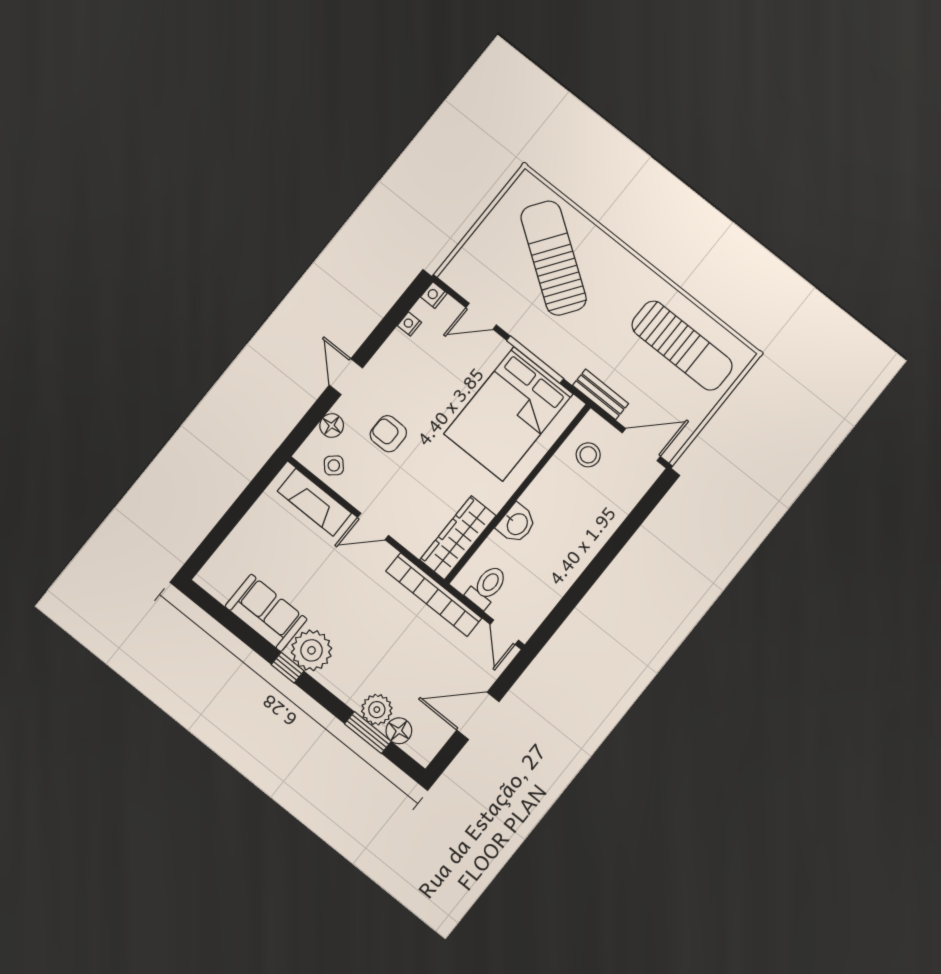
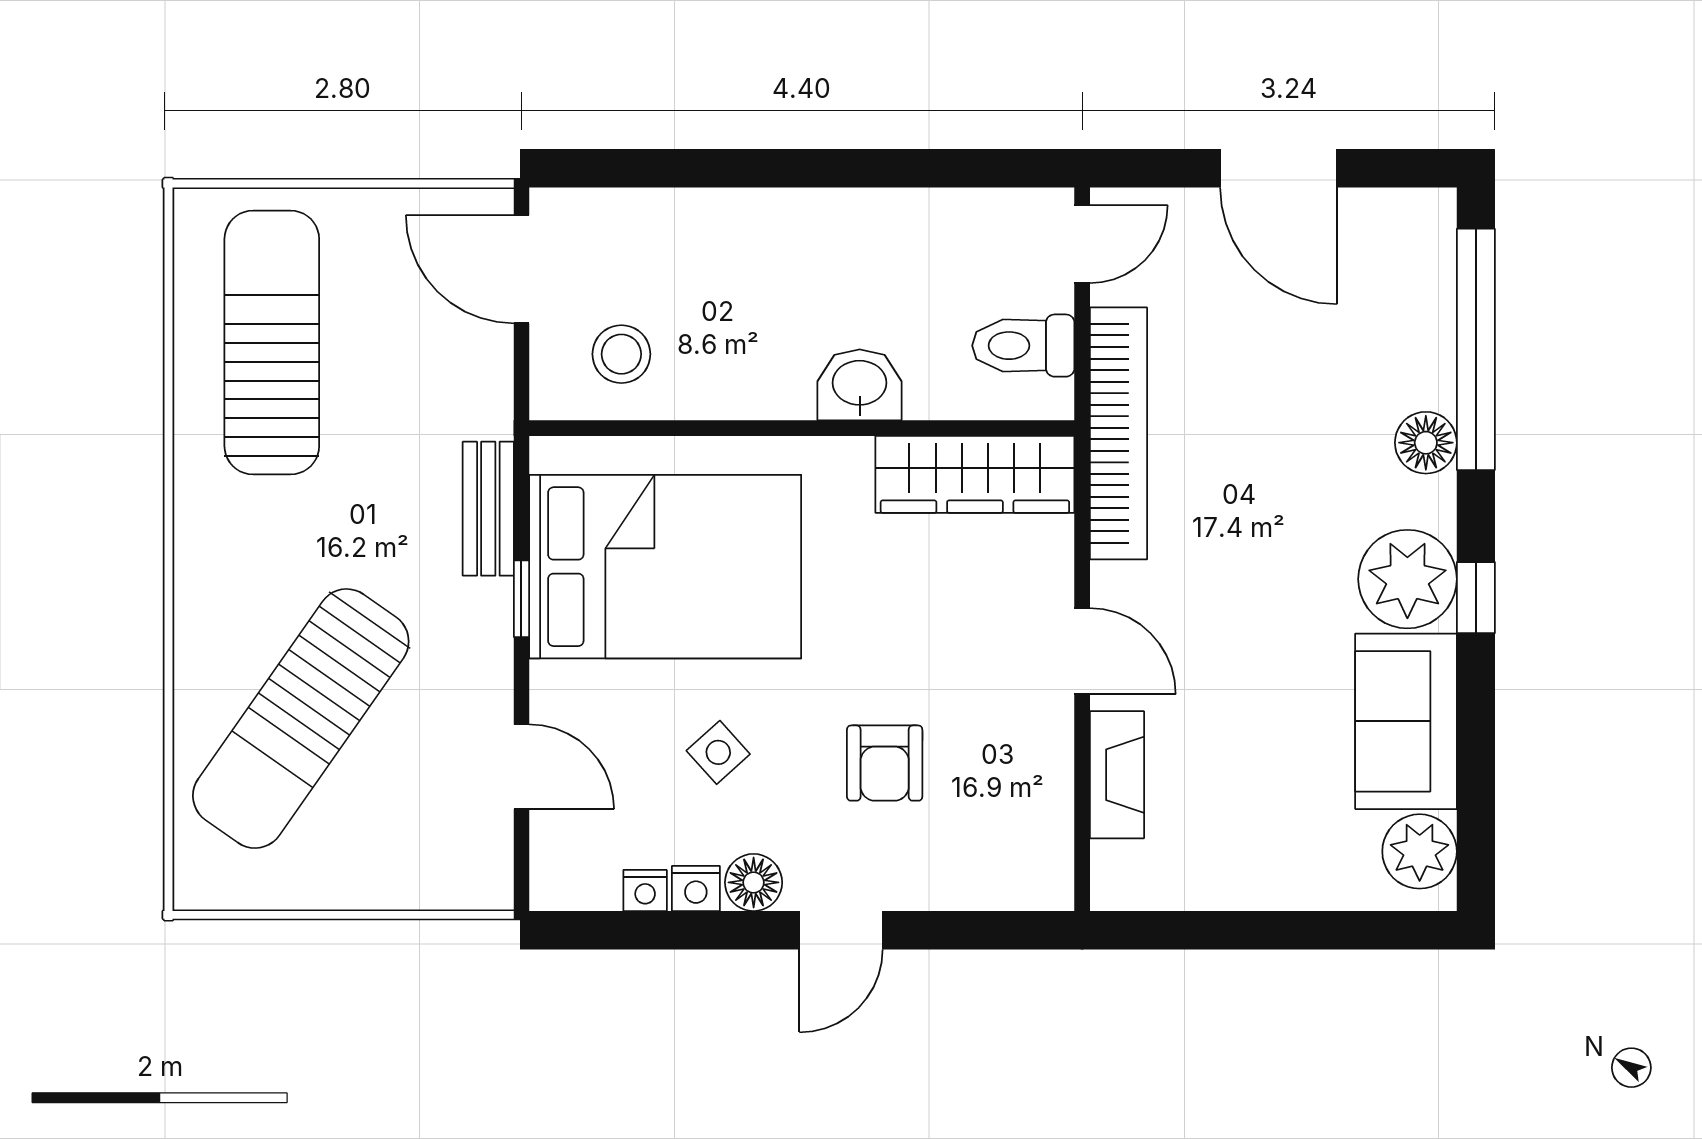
nightstand: (434, 295) -> (696, 888), moved
window: (535, 360) -> (521, 599), width x0.46
bench: (601, 394) -> (488, 509), moved
floor lamp: (332, 426) -> (754, 882), moved
side table: (334, 465) -> (718, 752), moved
fireplace: (314, 502) -> (1117, 775), width x0.73, depth x0.76
plant: (377, 710) -> (1420, 851), moved
floor lamp: (399, 731) -> (1426, 443), moved
window: (368, 733) -> (1476, 349), width x2.11

